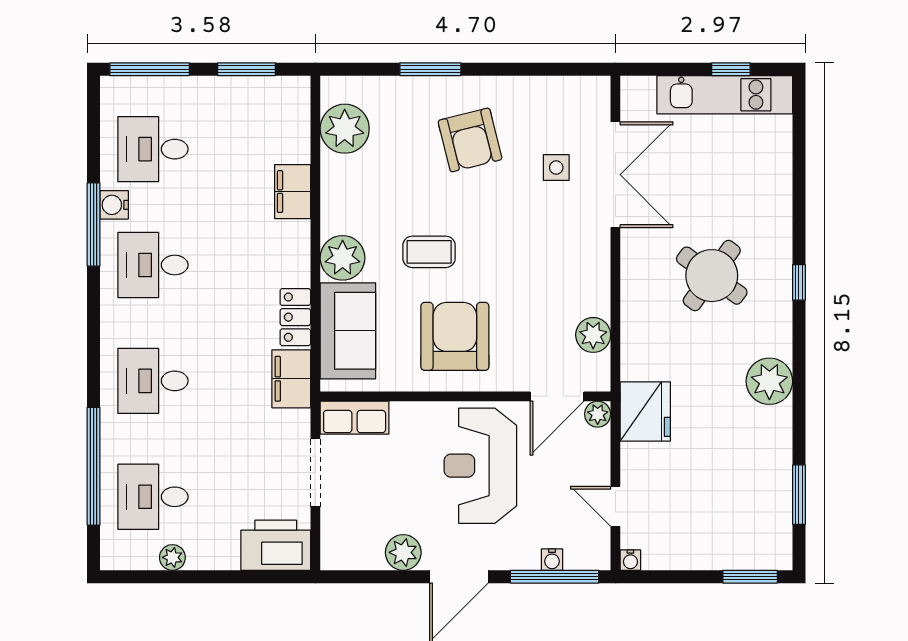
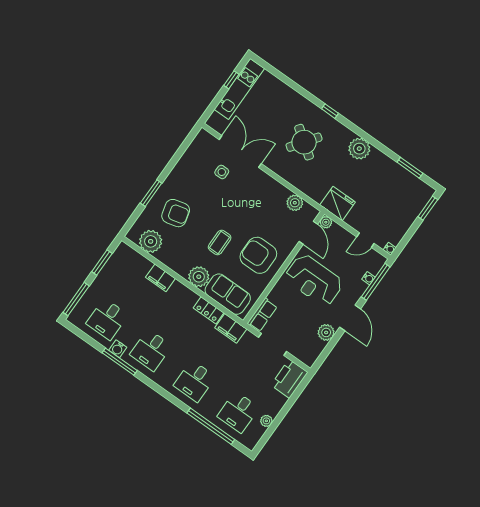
armchair: (470, 140) -> (176, 213), moved

